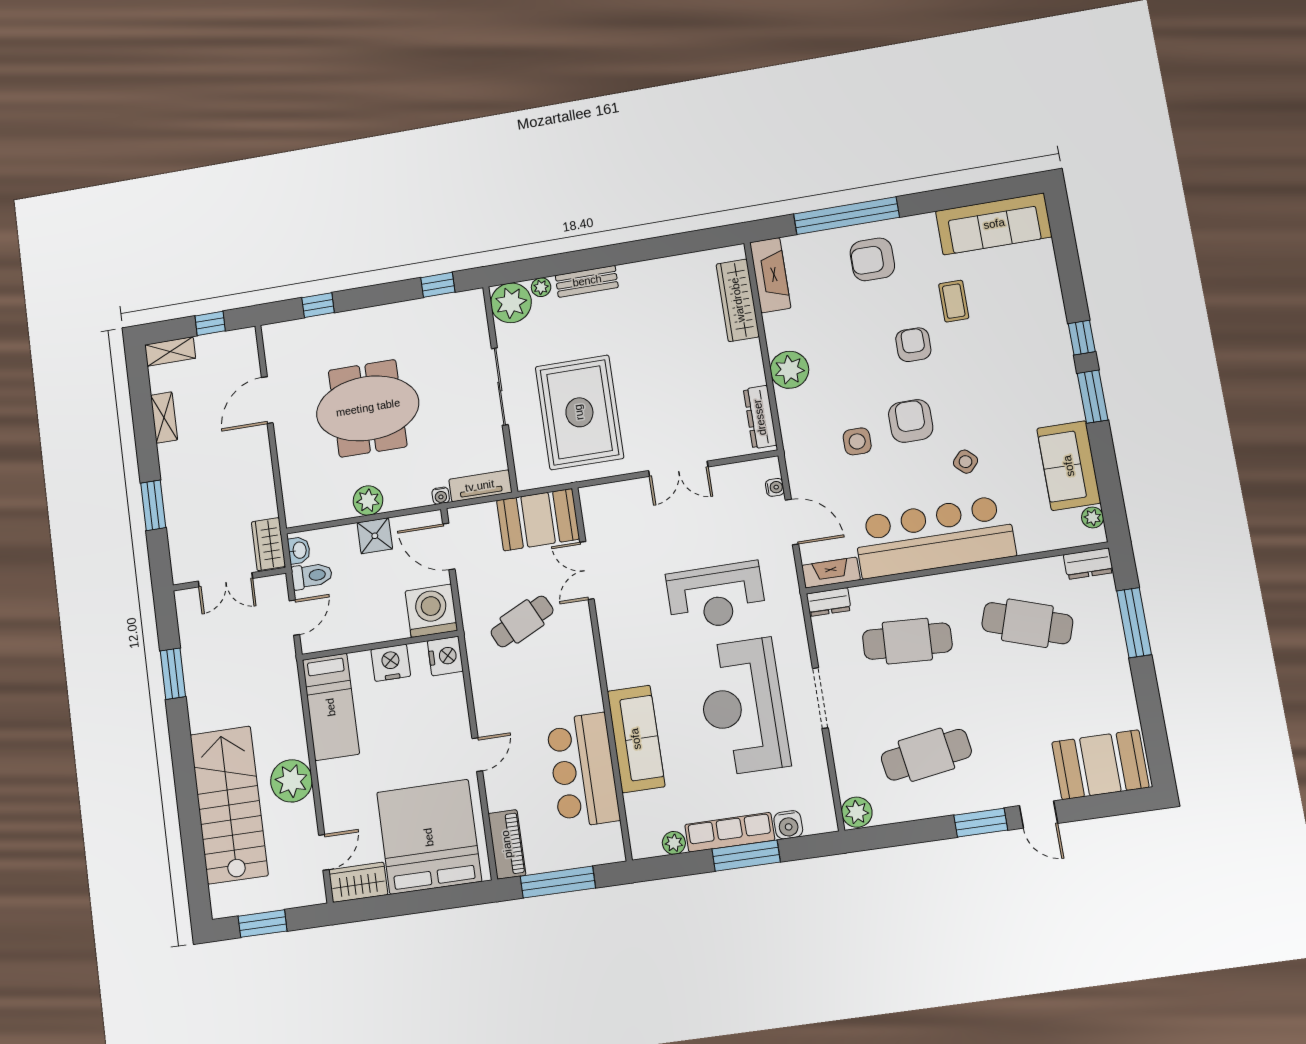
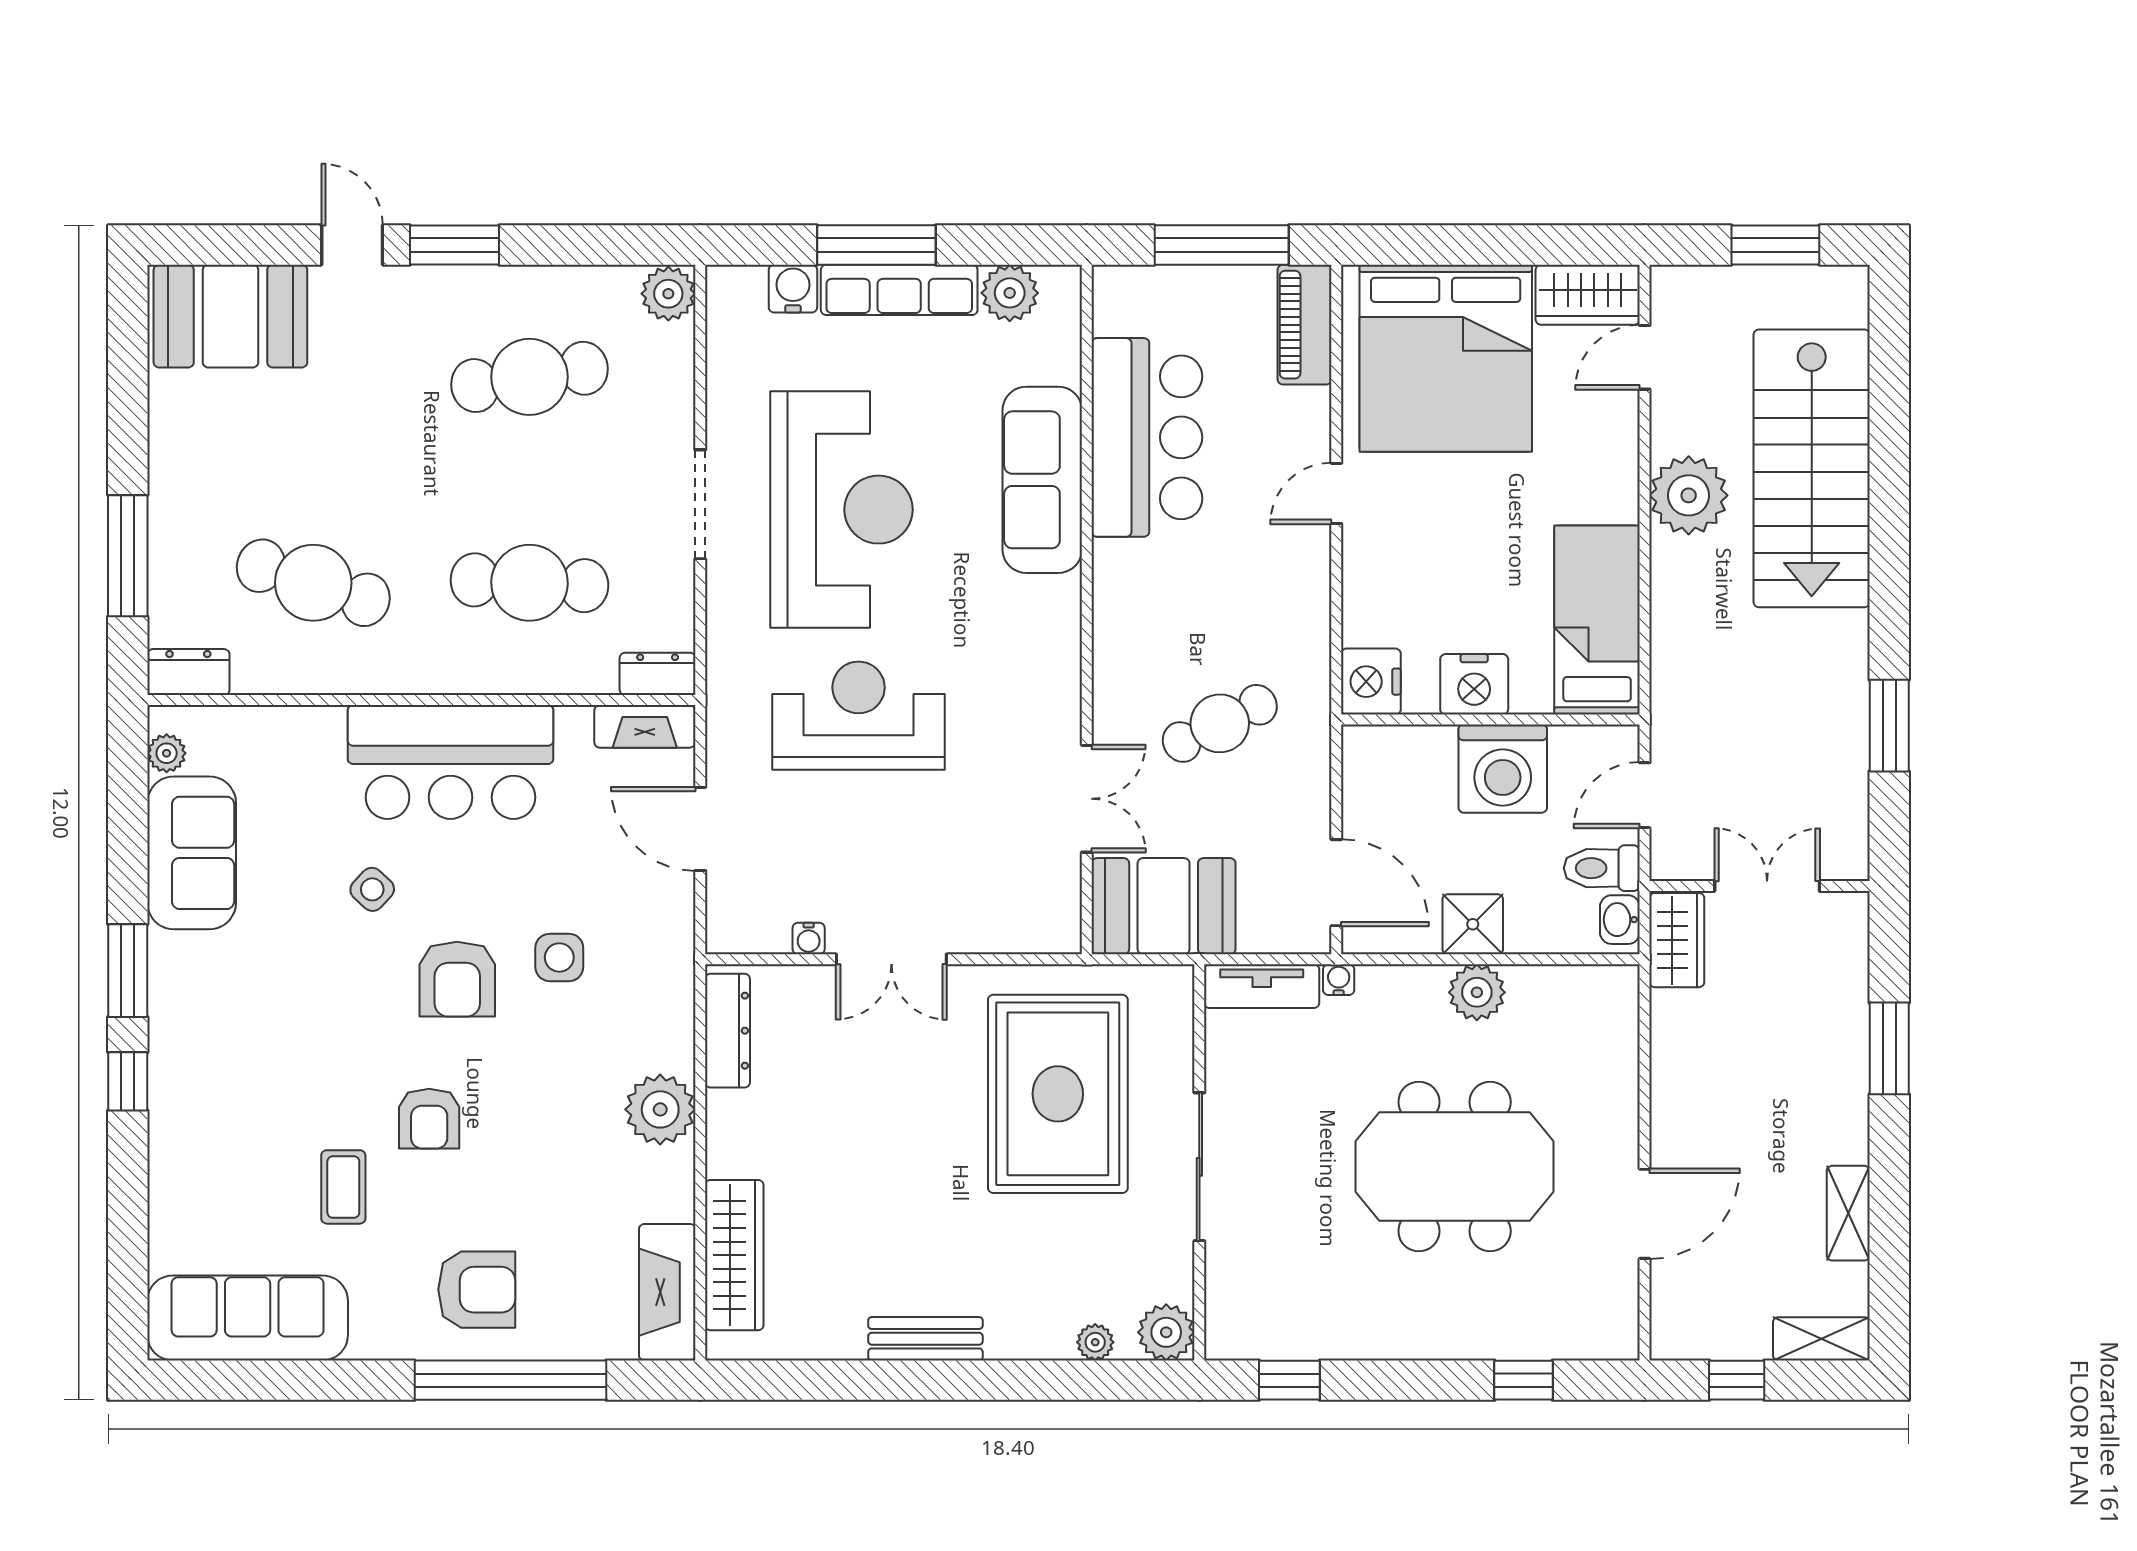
bench: (587, 281) -> (925, 1339), moved
plant: (511, 303) -> (1166, 1332), width x0.73, depth x0.73
double door: (678, 469) -> (891, 959), swing flipped
water cooler: (775, 487) -> (809, 939), moved, turned -90
bar counter: (934, 537) -> (451, 762), width x0.73
washing machine: (431, 611) -> (1503, 769), moved
plant: (674, 843) -> (1010, 293), width x1.38, depth x1.38

